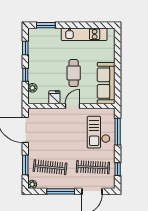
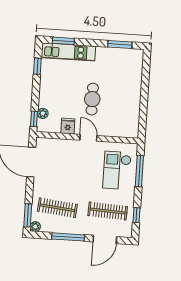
window: (94, 25) -> (120, 45), added
kitchen unit: (84, 34) -> (68, 52), moved
window: (25, 75) -> (34, 119), moved
sofa: (106, 83) -> (129, 113), removed
door: (72, 106) -> (88, 138), hinge flipped
window: (25, 165) -> (28, 215), moved

